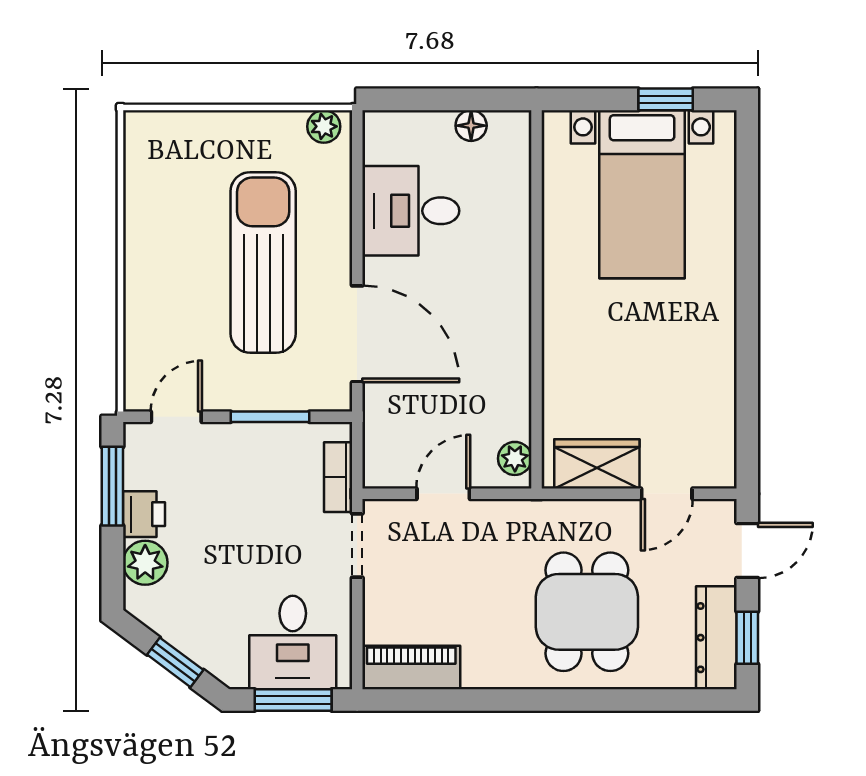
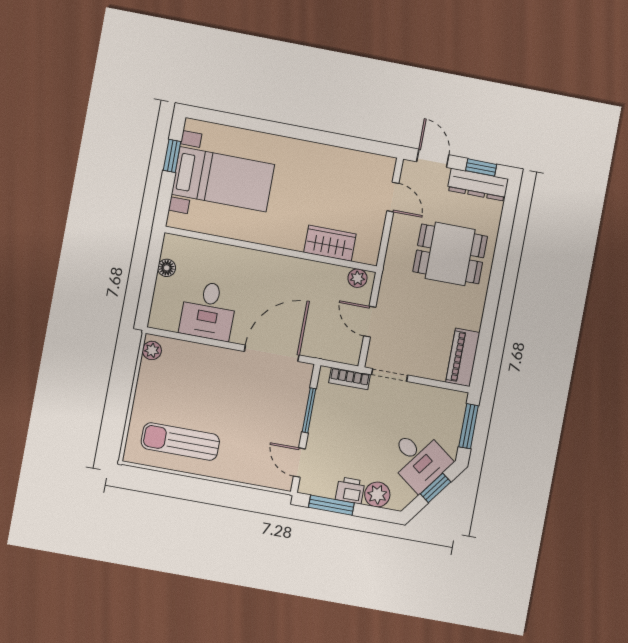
sun lounger: (263, 262) -> (180, 442), moved, width x0.73, depth x0.75
wardrobe: (597, 464) -> (330, 243), moved, turned 90
desk: (293, 643) -> (419, 459), moved, turned 37

